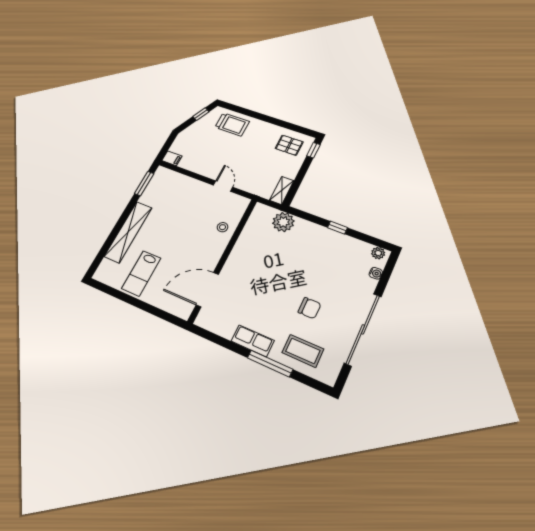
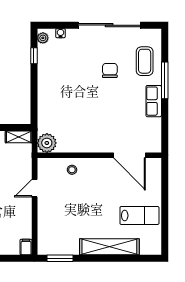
plant: (283, 222) -> (47, 143), moved
window: (337, 228) -> (34, 56), moved

